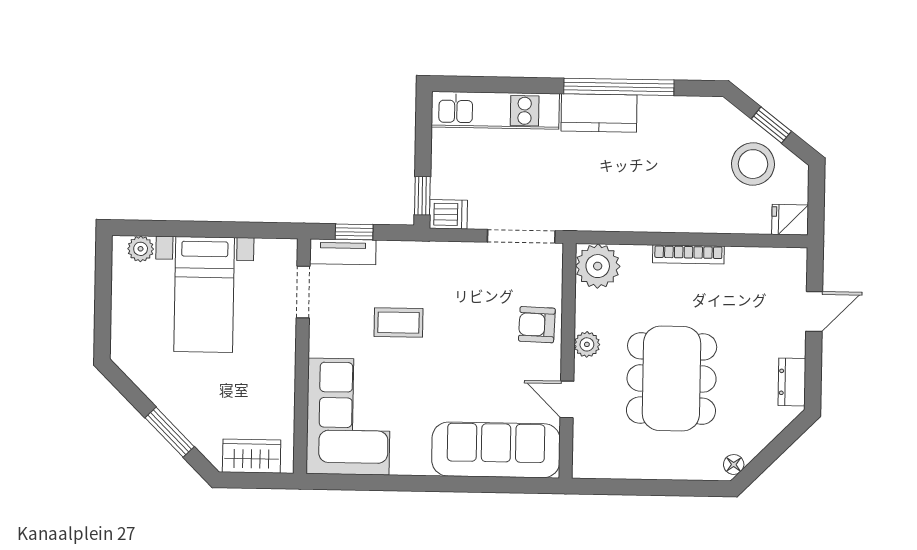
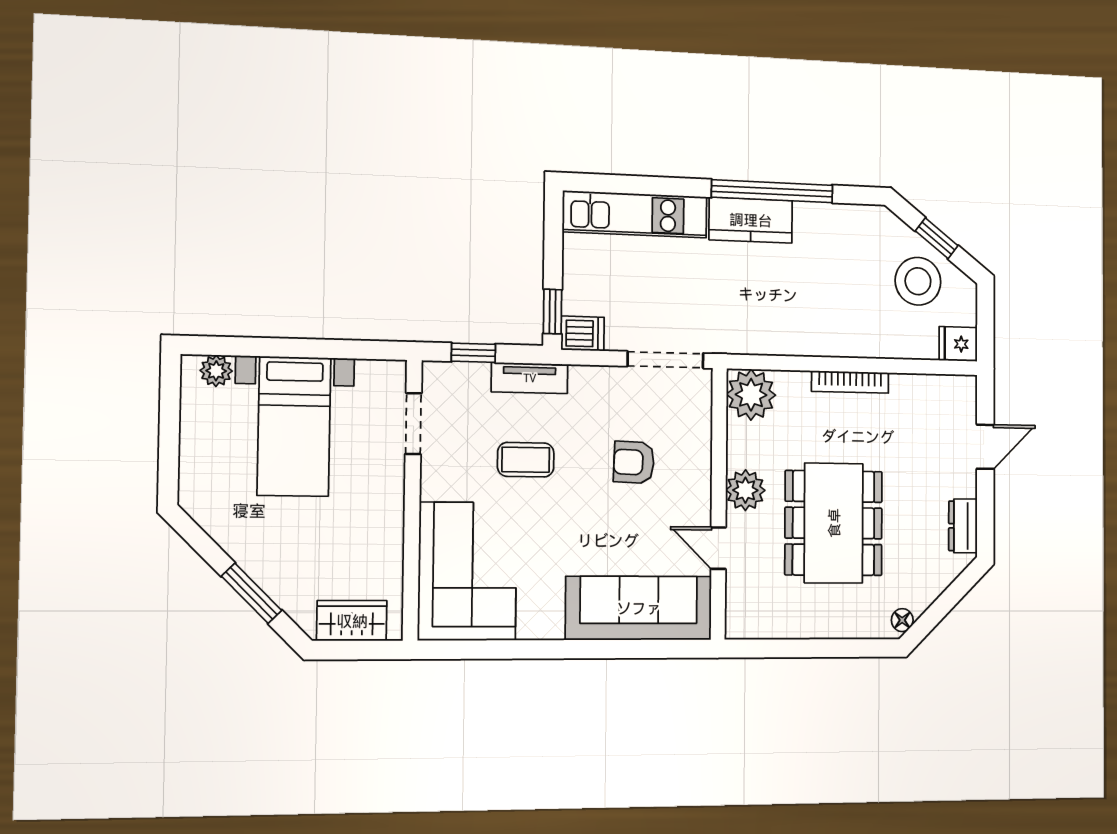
tv unit: (343, 252) -> (530, 378), moved
armchair: (537, 325) -> (634, 462), moved
plant: (587, 344) -> (745, 490), width x1.38, depth x1.38

